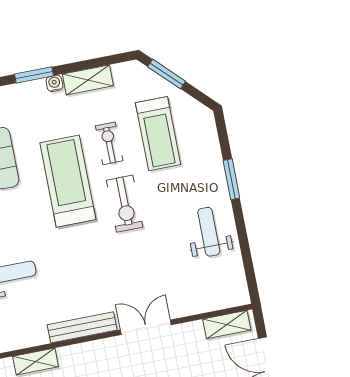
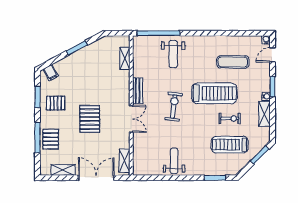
window: (231, 179) -> (215, 178), moved
exercise bike: (125, 204) -> (174, 106), moved, turned 97
weight bench: (209, 232) -> (174, 161), turned -90
bench: (82, 327) -> (138, 91), width x0.73

